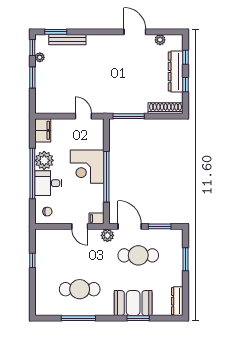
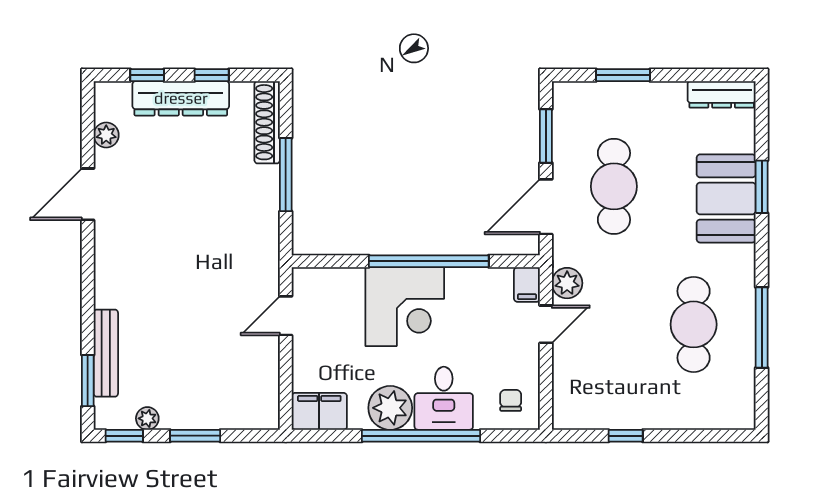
window: (129, 116) -> (286, 175), moved
plant: (107, 235) -> (567, 283), moved

